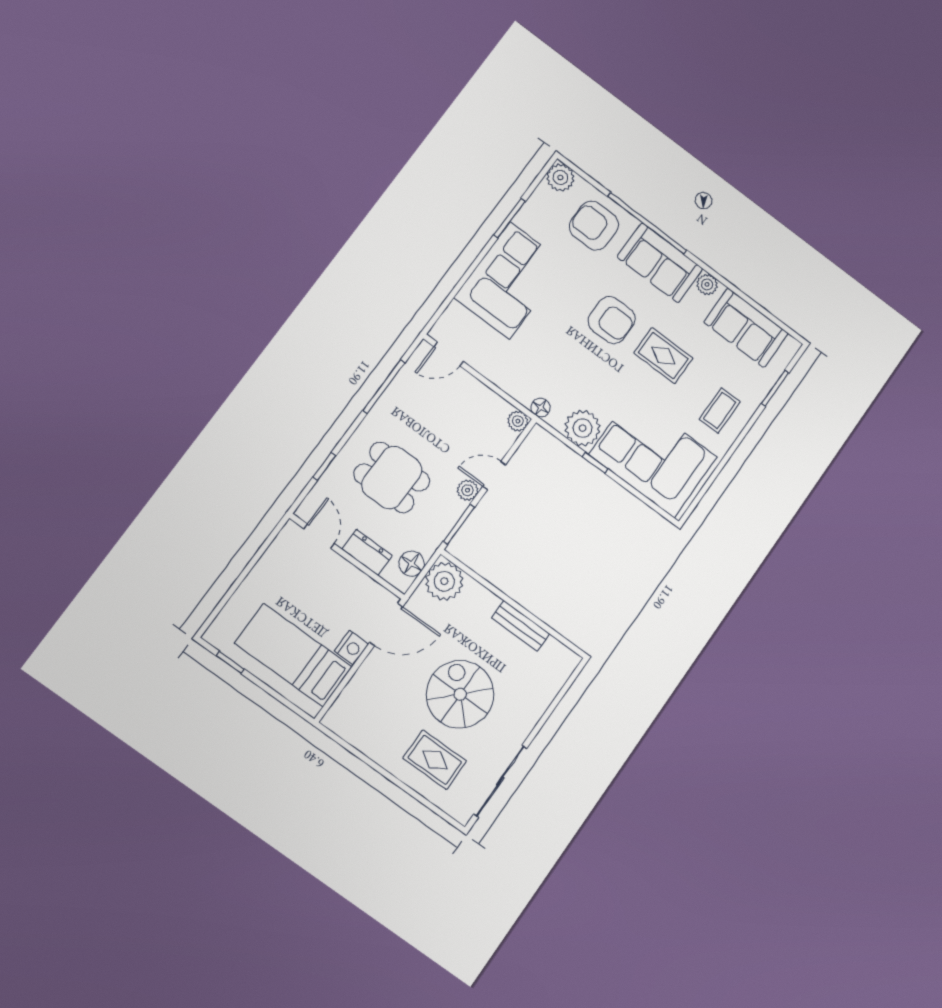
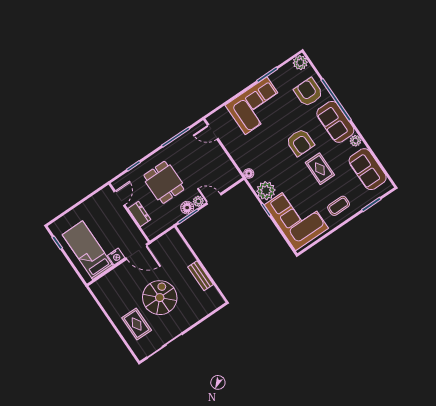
plant: (518, 421) -> (235, 176), removed
floor lamp: (412, 564) -> (187, 208), moved
plant: (444, 581) -> (171, 241), removed

